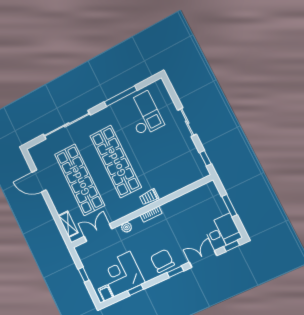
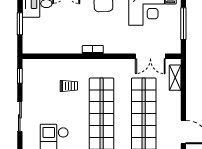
trolley: (149, 197) -> (69, 86), moved
plant: (126, 227) -> (121, 48), removed
window: (84, 275) -> (183, 24), width x2.17

